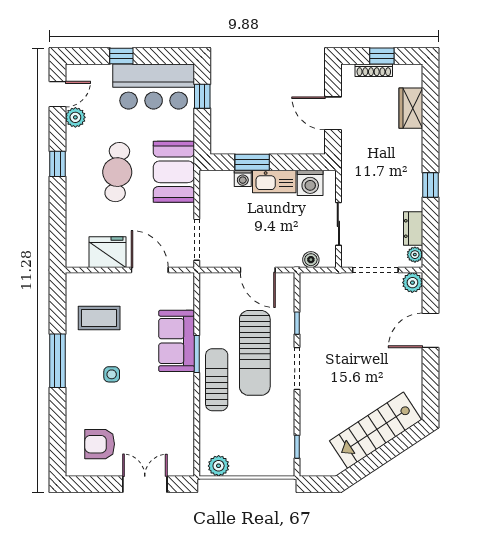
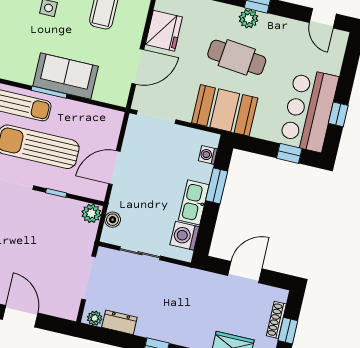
window: (121, 56) -> (338, 114), moved
plant: (75, 117) -> (249, 19), moved
washing machine: (243, 178) -> (208, 155), moved
plant: (412, 283) -> (91, 213), moved

